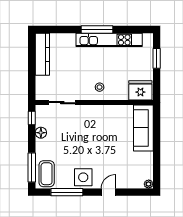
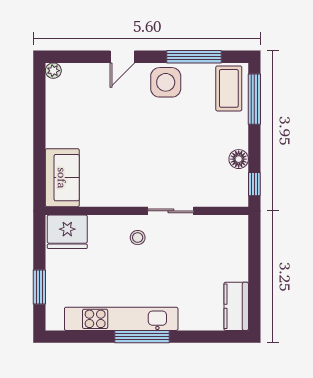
kitchen counter: (42, 54) -> (236, 306), width x0.67
sliding door: (62, 103) -> (171, 211), moved
sofa: (143, 128) -> (62, 178), width x0.73

